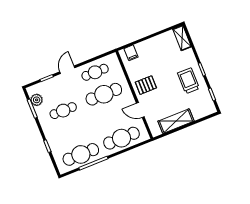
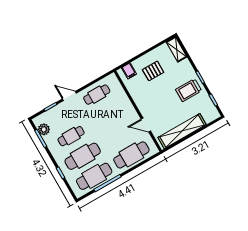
door: (67, 70) -> (69, 96), hinge flipped
trolley: (188, 81) -> (189, 90), turned -90
pallet: (146, 85) -> (153, 71), moved
cafe table: (104, 94) -> (83, 156), moved
shelving: (176, 121) -> (182, 131), width x1.47

